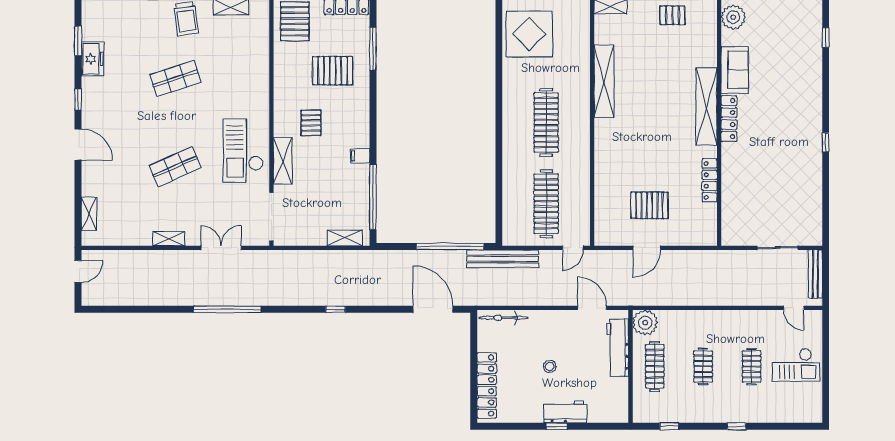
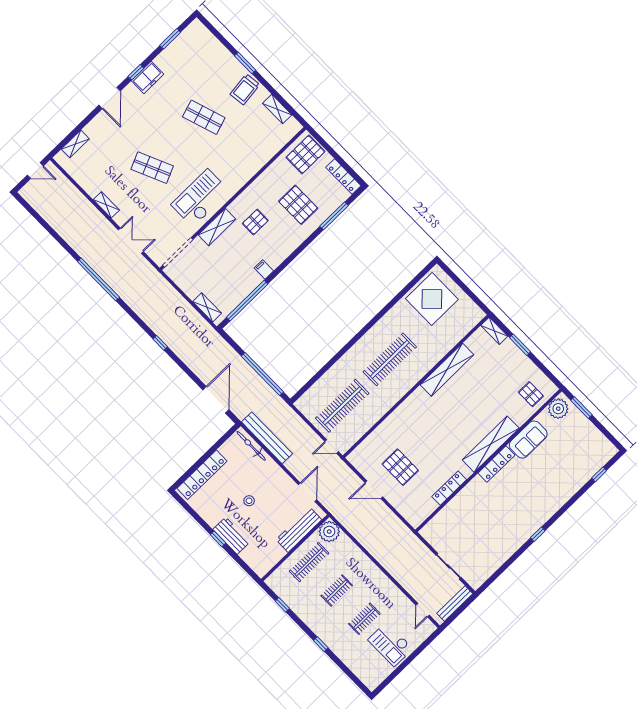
pallet: (672, 15) -> (531, 394), moved
freezer: (92, 59) -> (148, 77), moved
bench: (503, 259) -> (267, 438), moved

